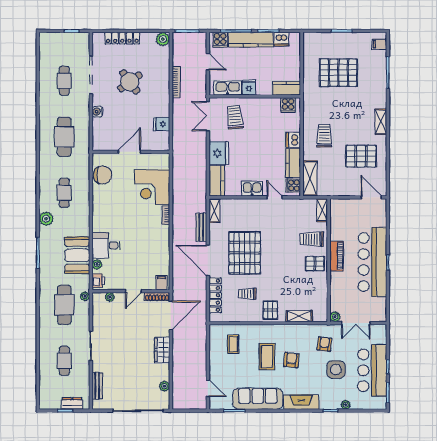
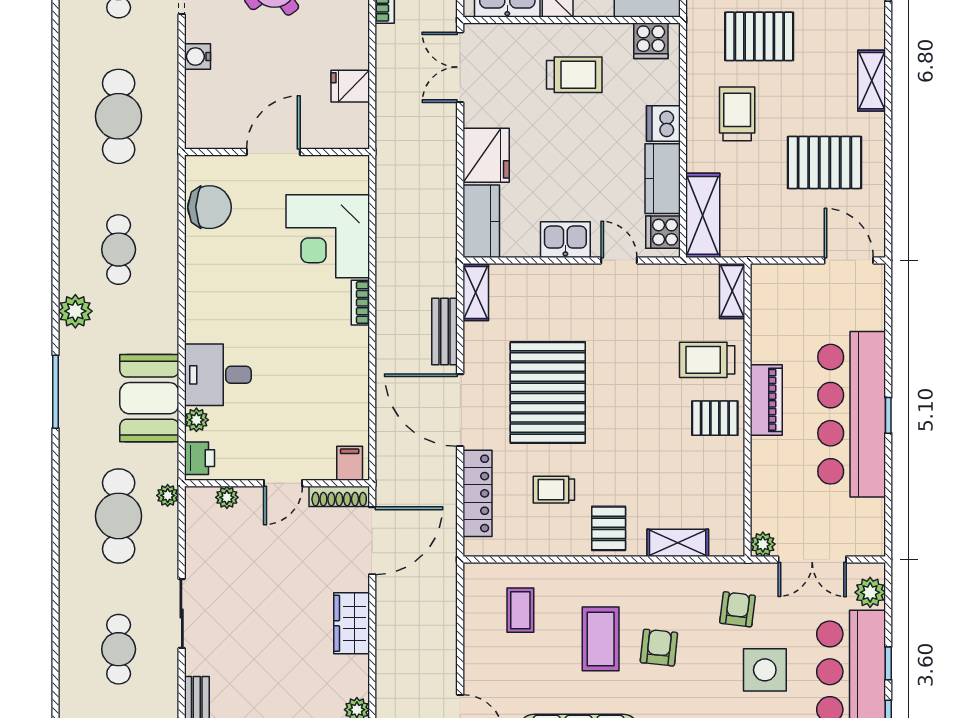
pallet: (334, 103) -> (759, 36), added
trolley: (235, 117) -> (574, 75), moved, turned 96
plant: (380, 337) -> (870, 592), added

